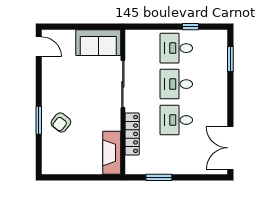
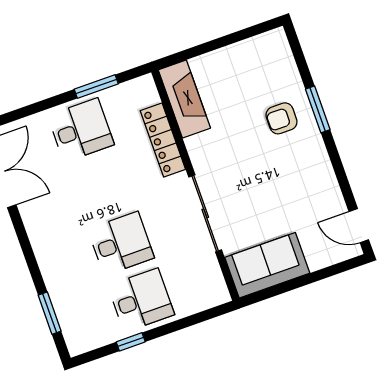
desk: (176, 120) -> (81, 130), moved
armchair: (61, 122) -> (282, 118), turned -128

